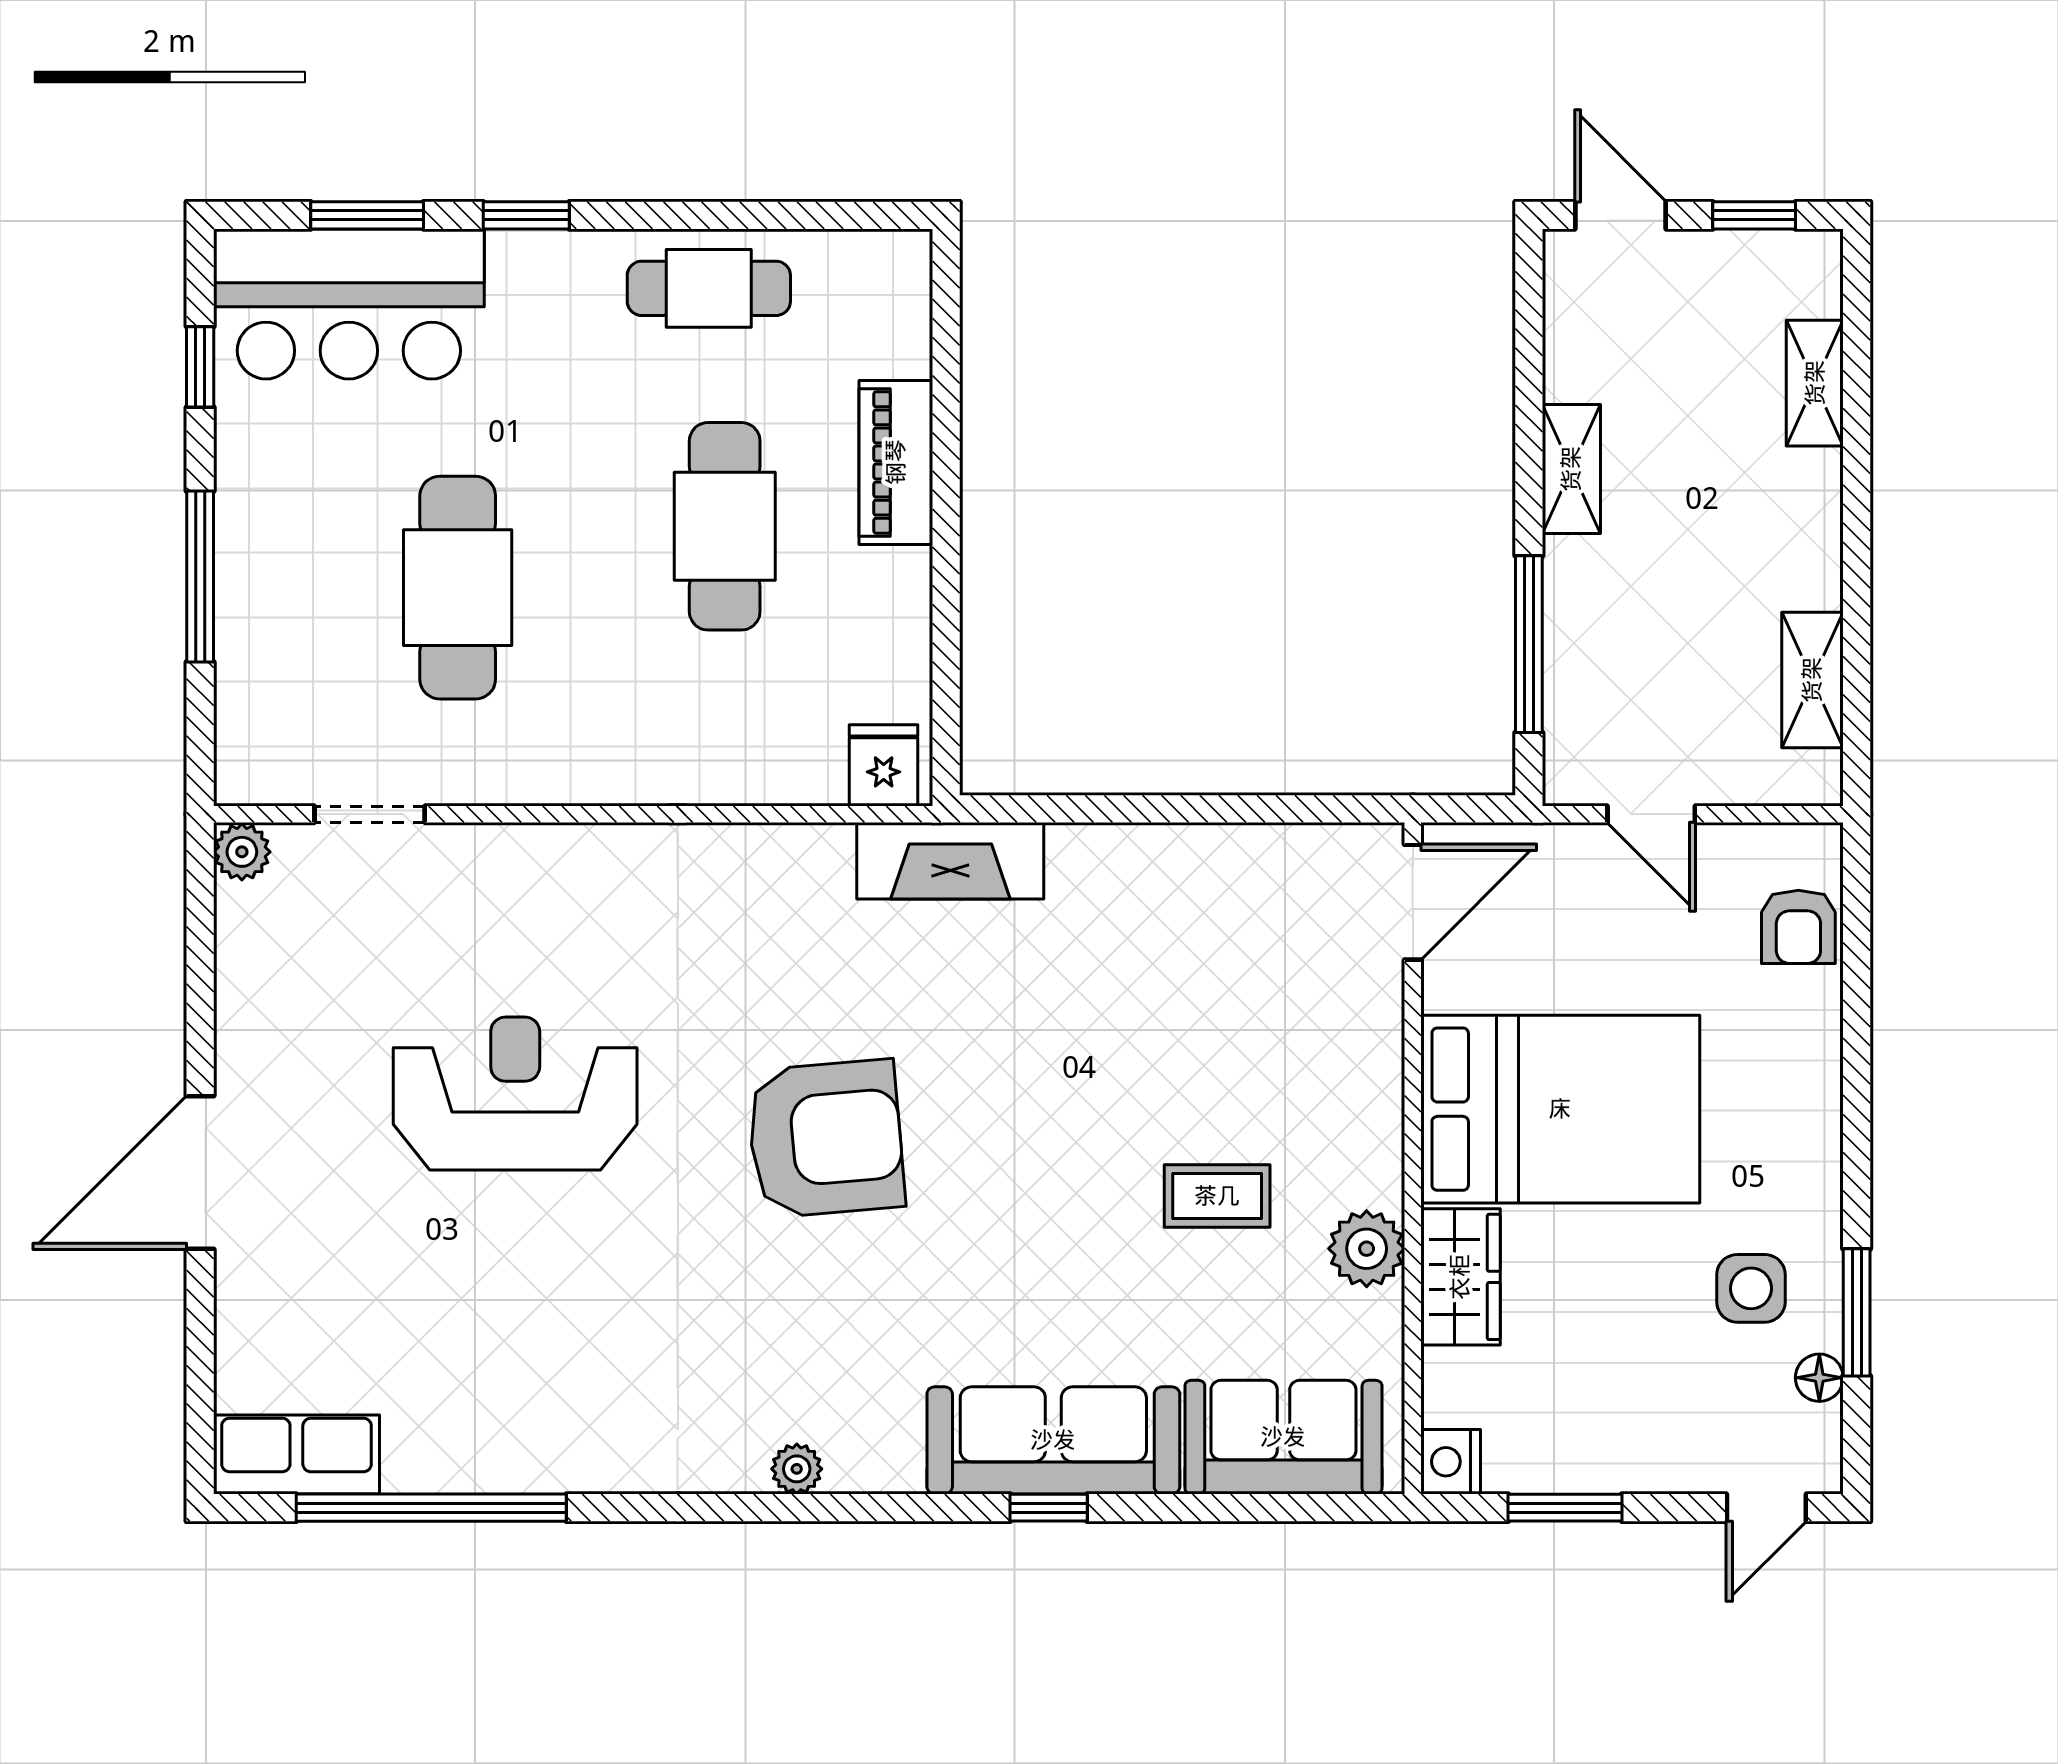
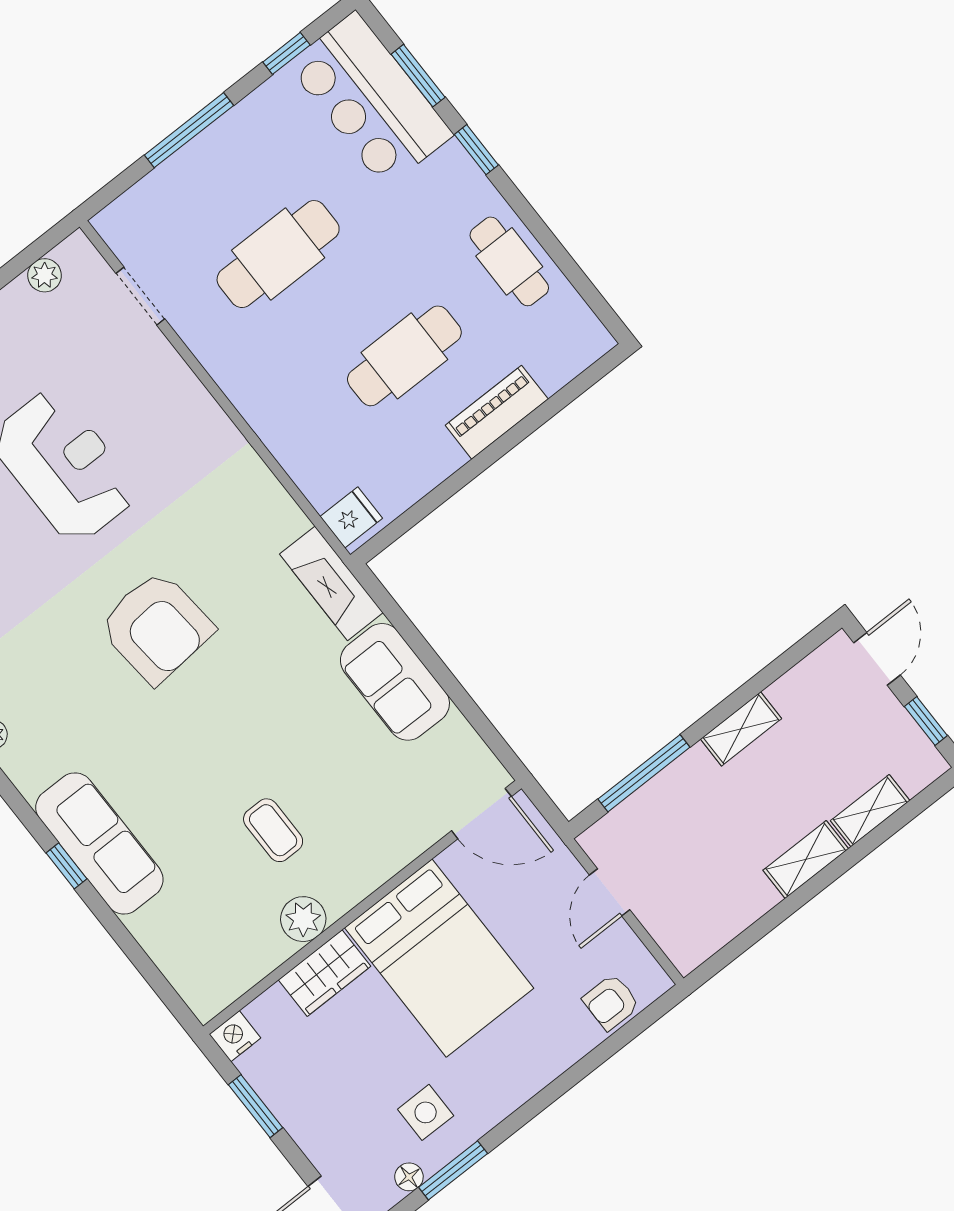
shelving: (1812, 680) -> (806, 860), moved
plant: (242, 852) -> (45, 275), moved
sofa: (1283, 1437) -> (395, 682), moved, turned 180

